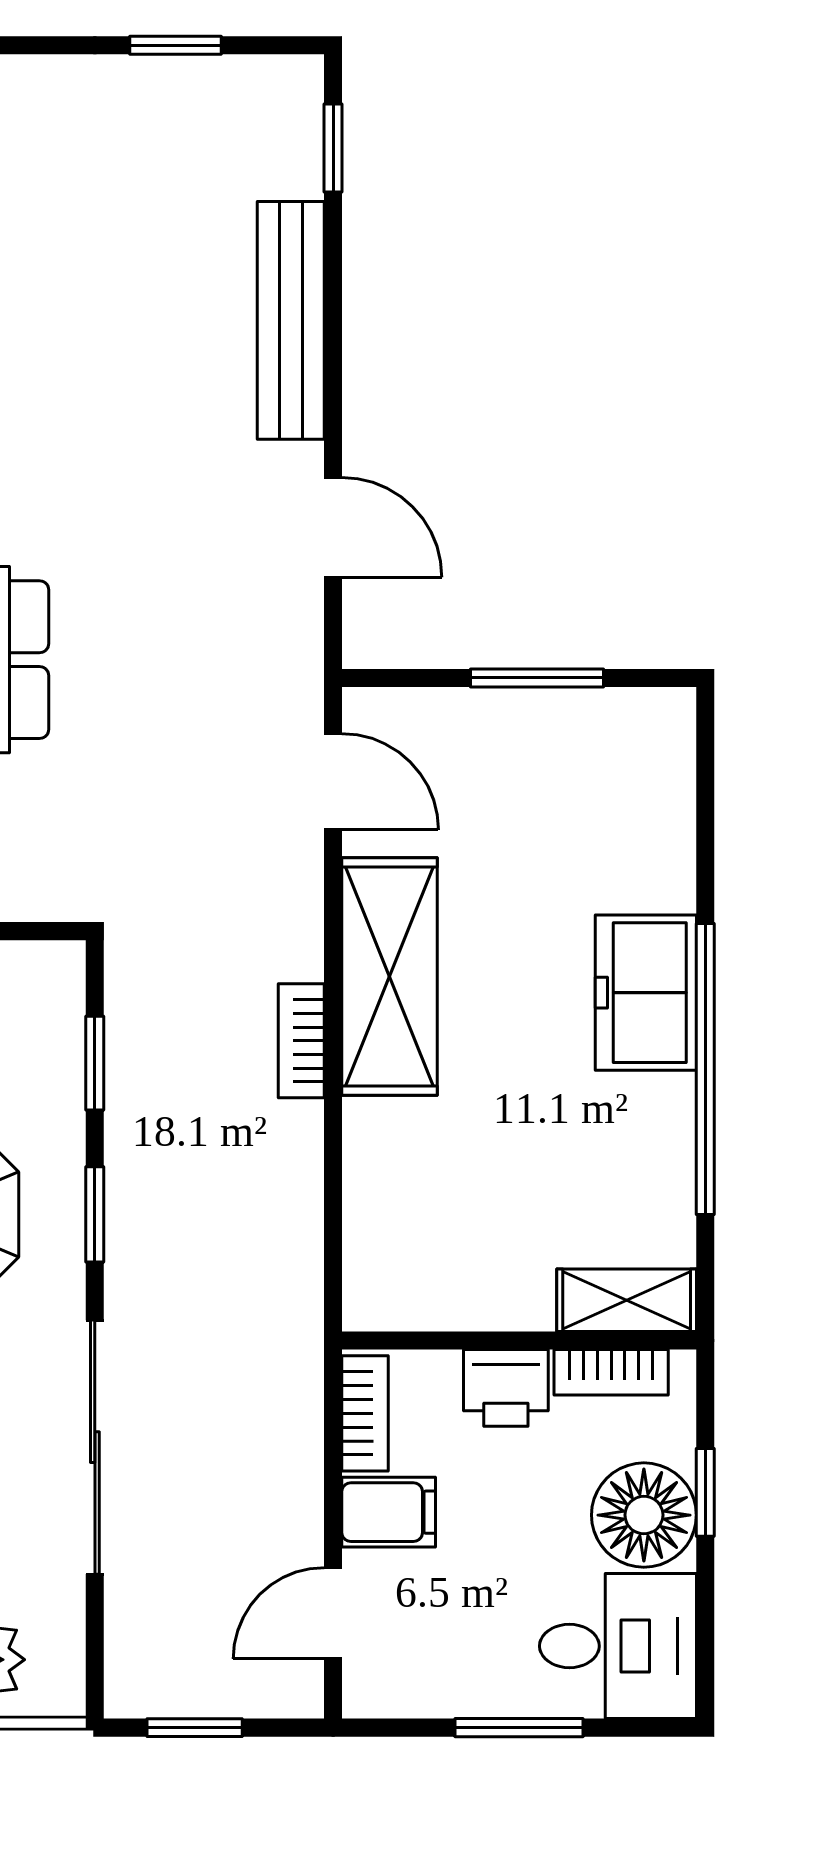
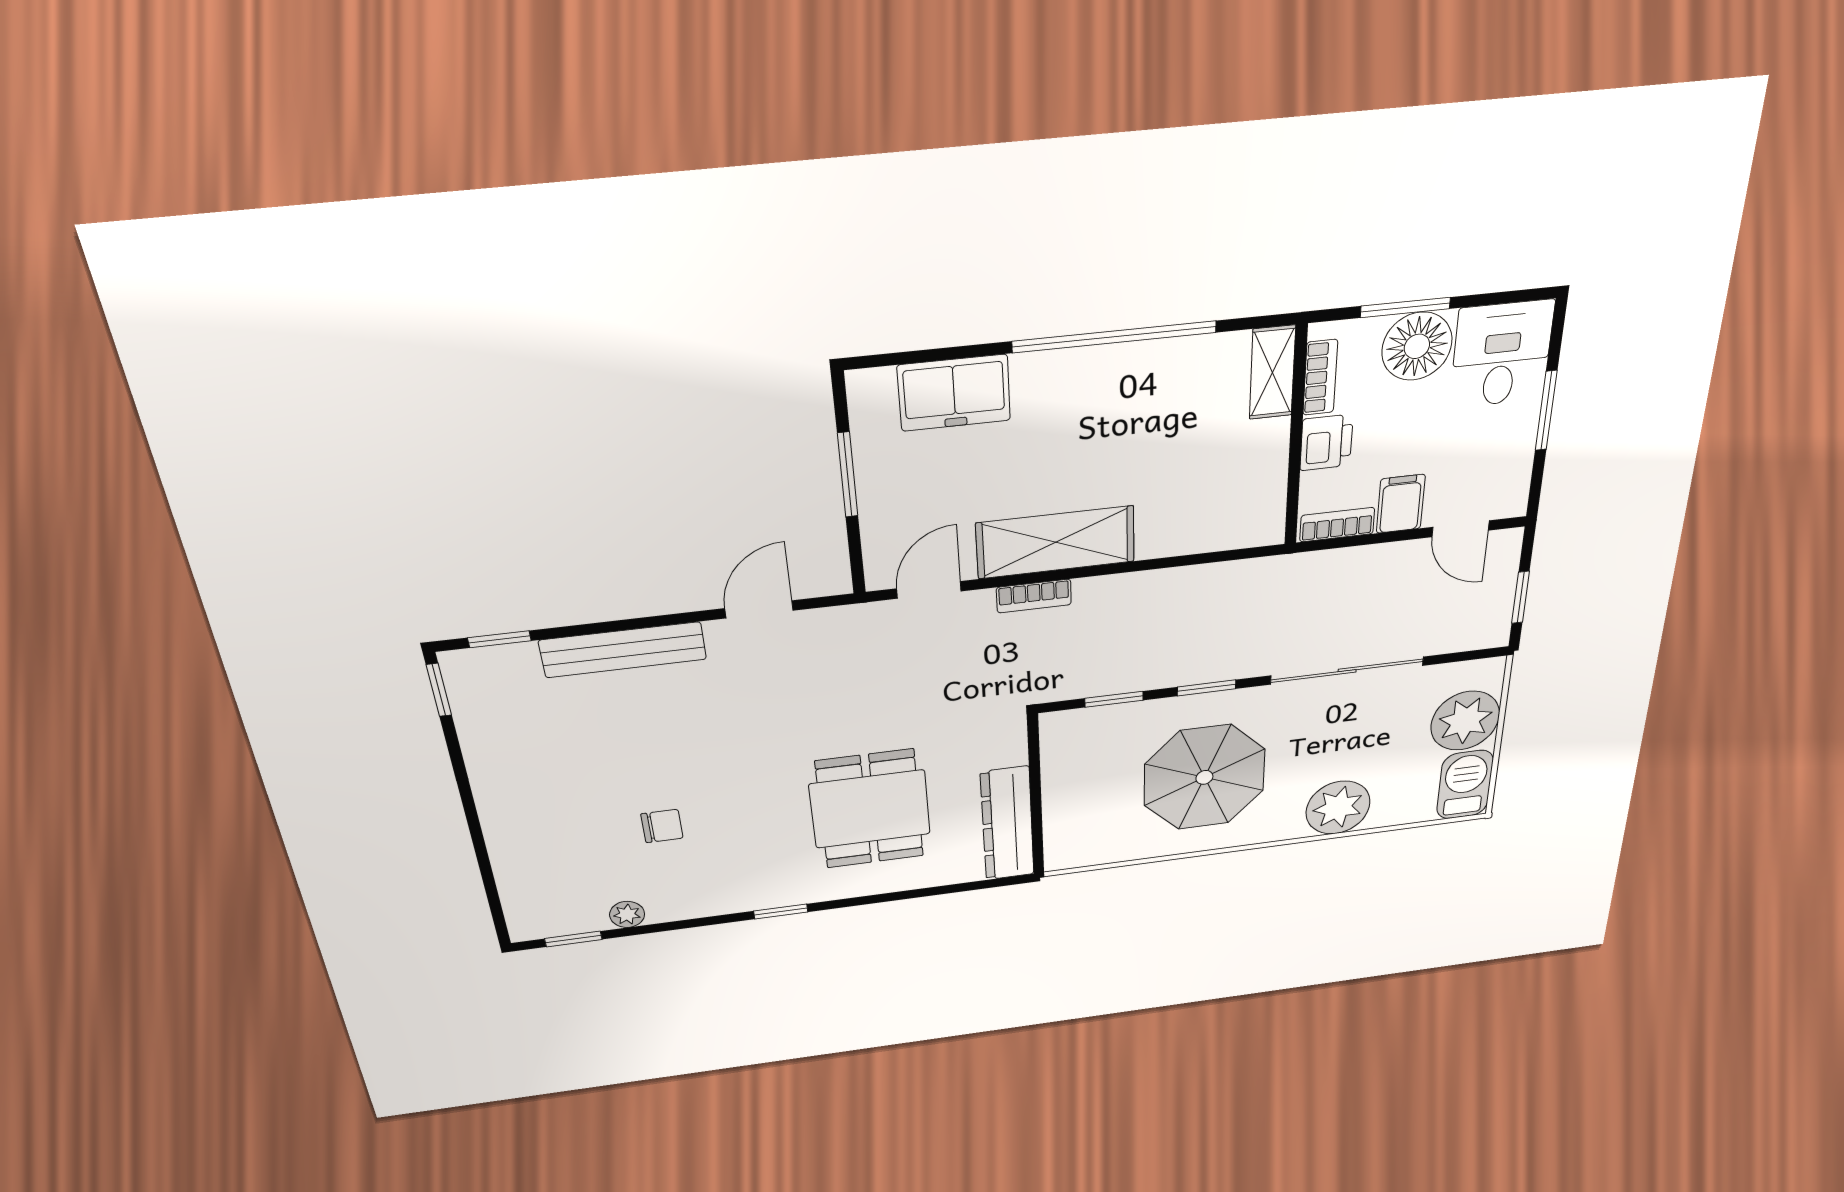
window: (176, 45) -> (439, 690), moved
freezer: (646, 993) -> (954, 393), moved
bookcase: (301, 1041) -> (1034, 596), moved
window: (705, 1492) -> (1405, 307), width x1.50

